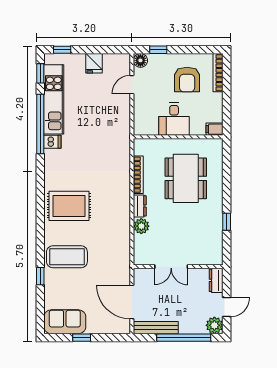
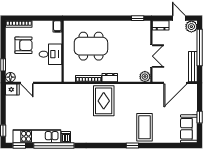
fridge: (94, 63) -> (12, 90), moved
rug: (69, 206) -> (104, 101), moved
window: (227, 222) -> (138, 18), moved
plant: (141, 226) -> (145, 77), moved
window: (40, 276) -> (132, 146), moved

